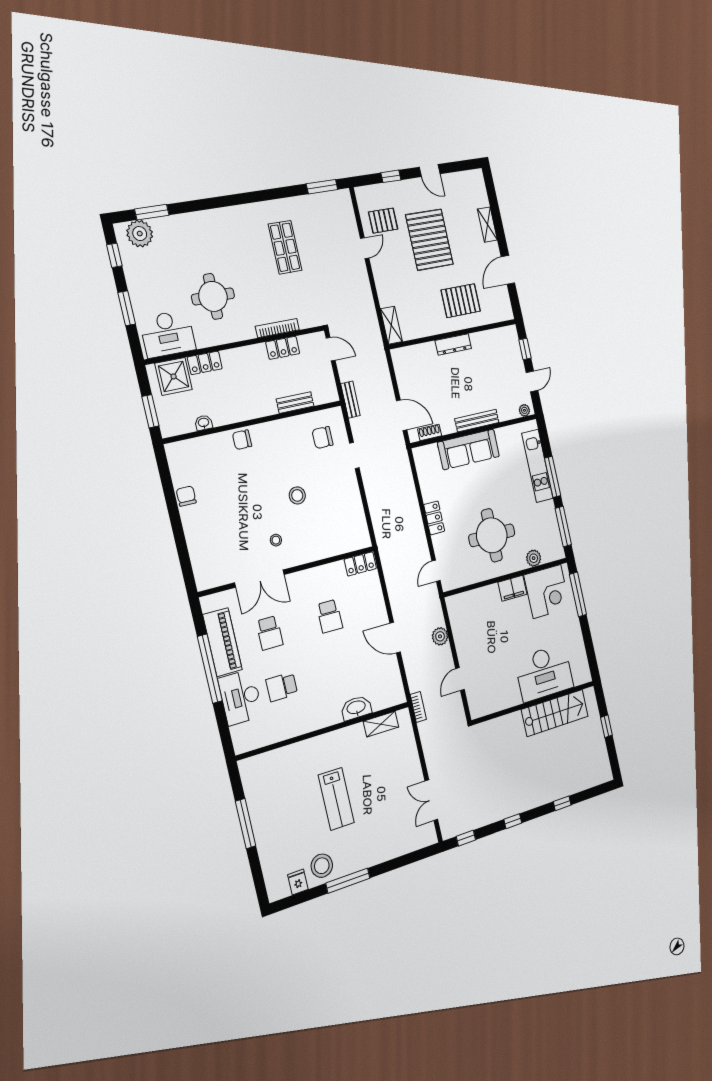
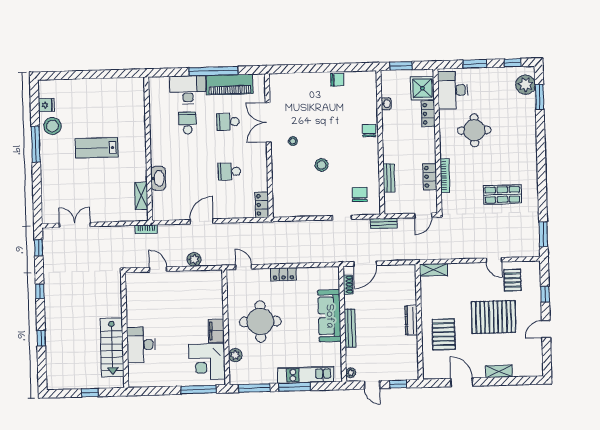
desk: (544, 673) -> (141, 345), width x0.73, depth x0.77
window: (246, 824) -> (99, 74), removed

